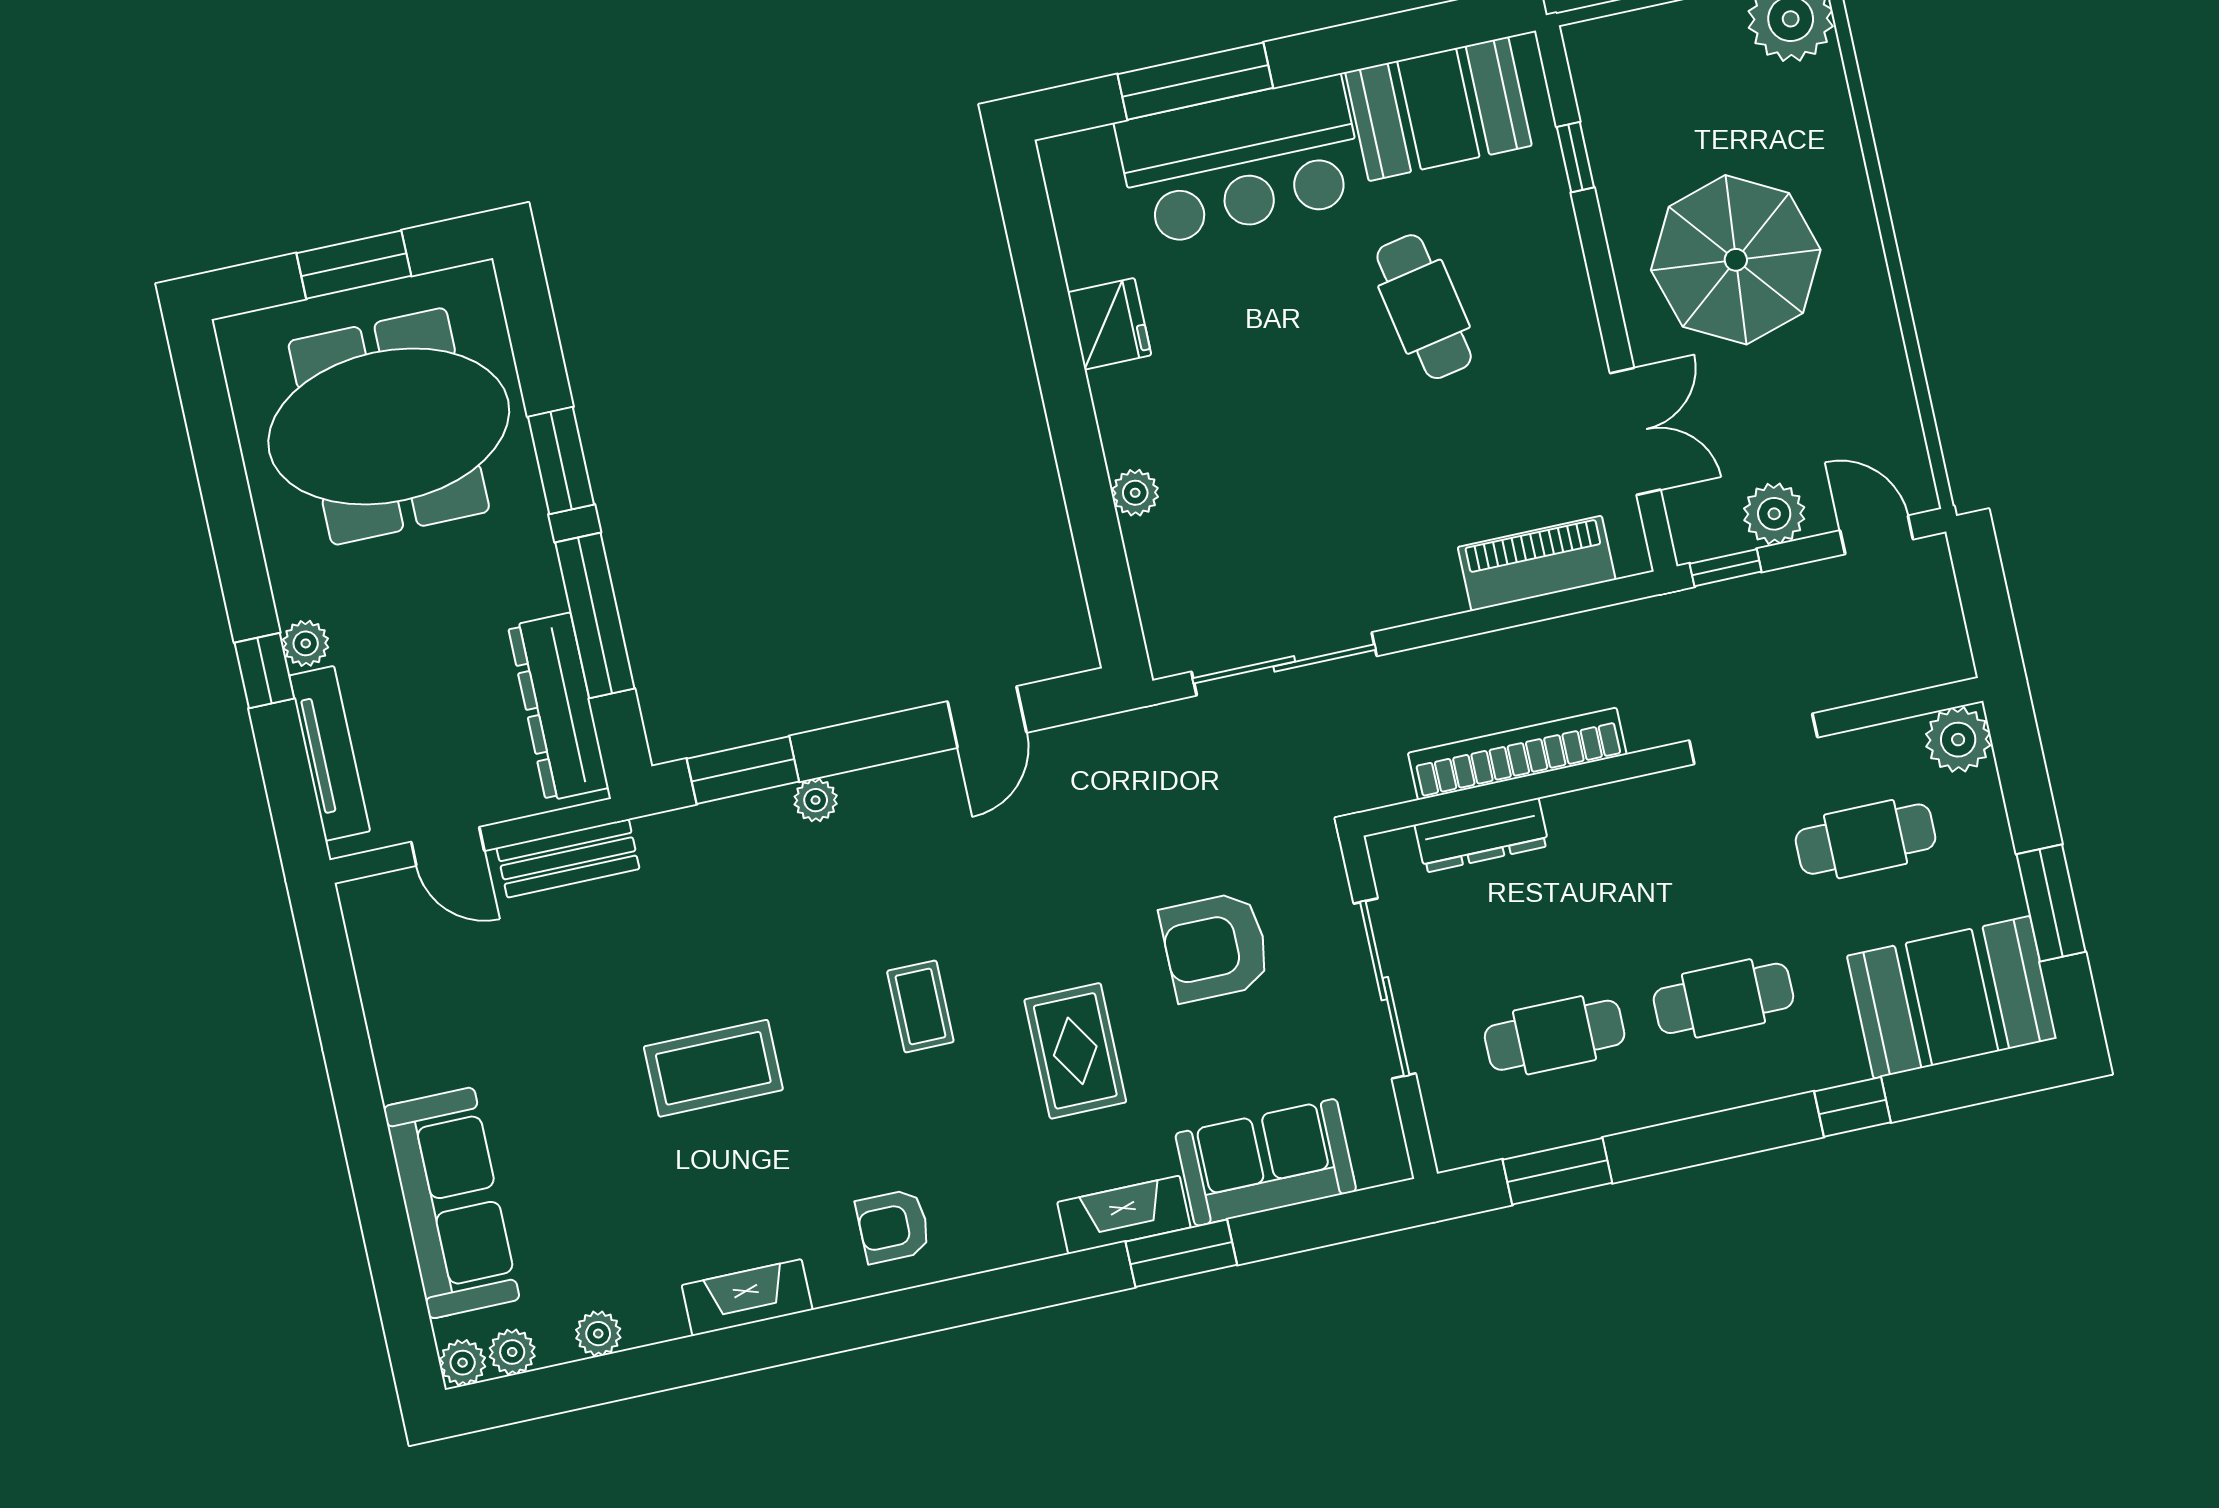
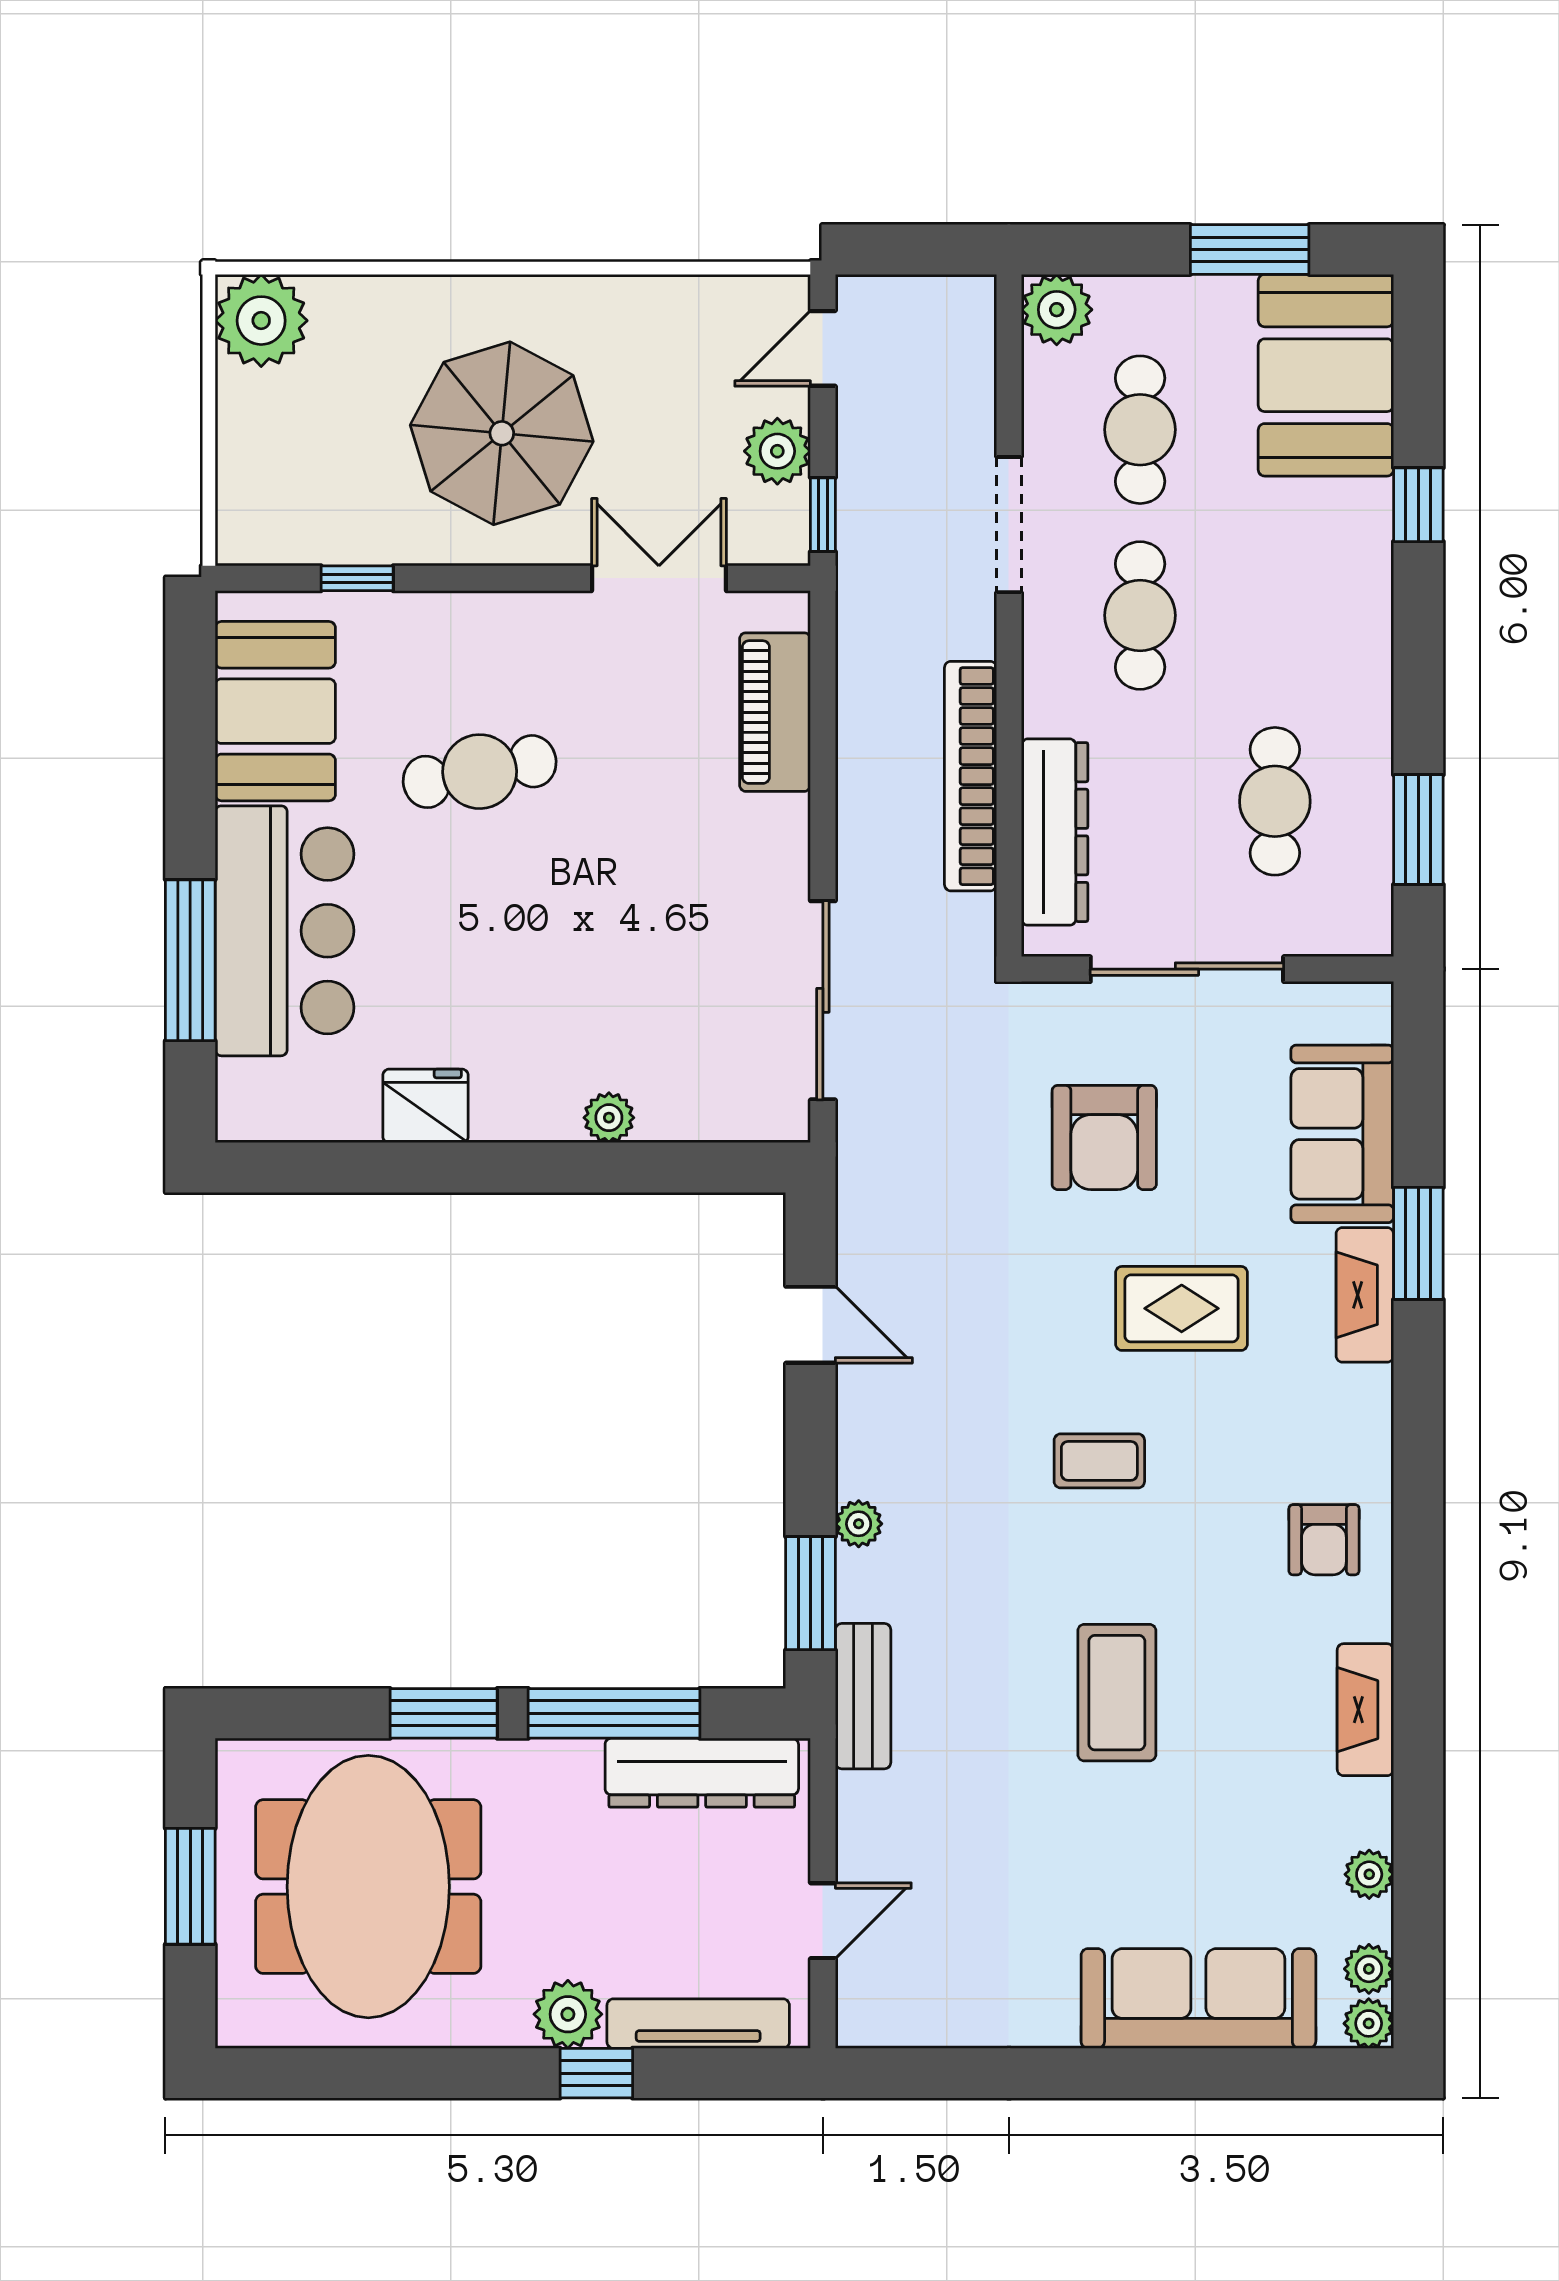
plant: (306, 643) -> (568, 2014), width x1.38, depth x1.38
dresser: (1482, 835) -> (1055, 832), width x1.37, depth x1.24
bench: (568, 858) -> (863, 1696), moved
cafe table: (1723, 998) -> (1140, 615), moved

